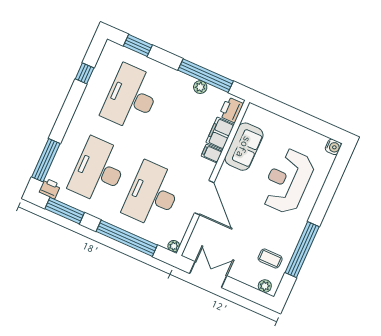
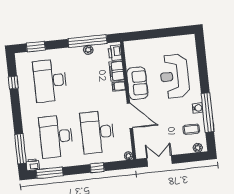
sofa: (244, 147) -> (137, 83), moved
water cooler: (333, 147) -> (198, 108), moved
window: (127, 238) -> (97, 168), width x0.32

